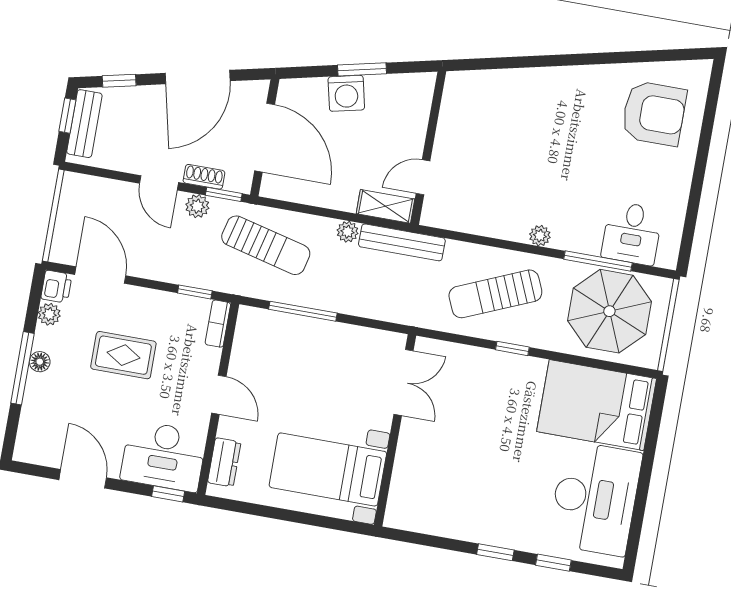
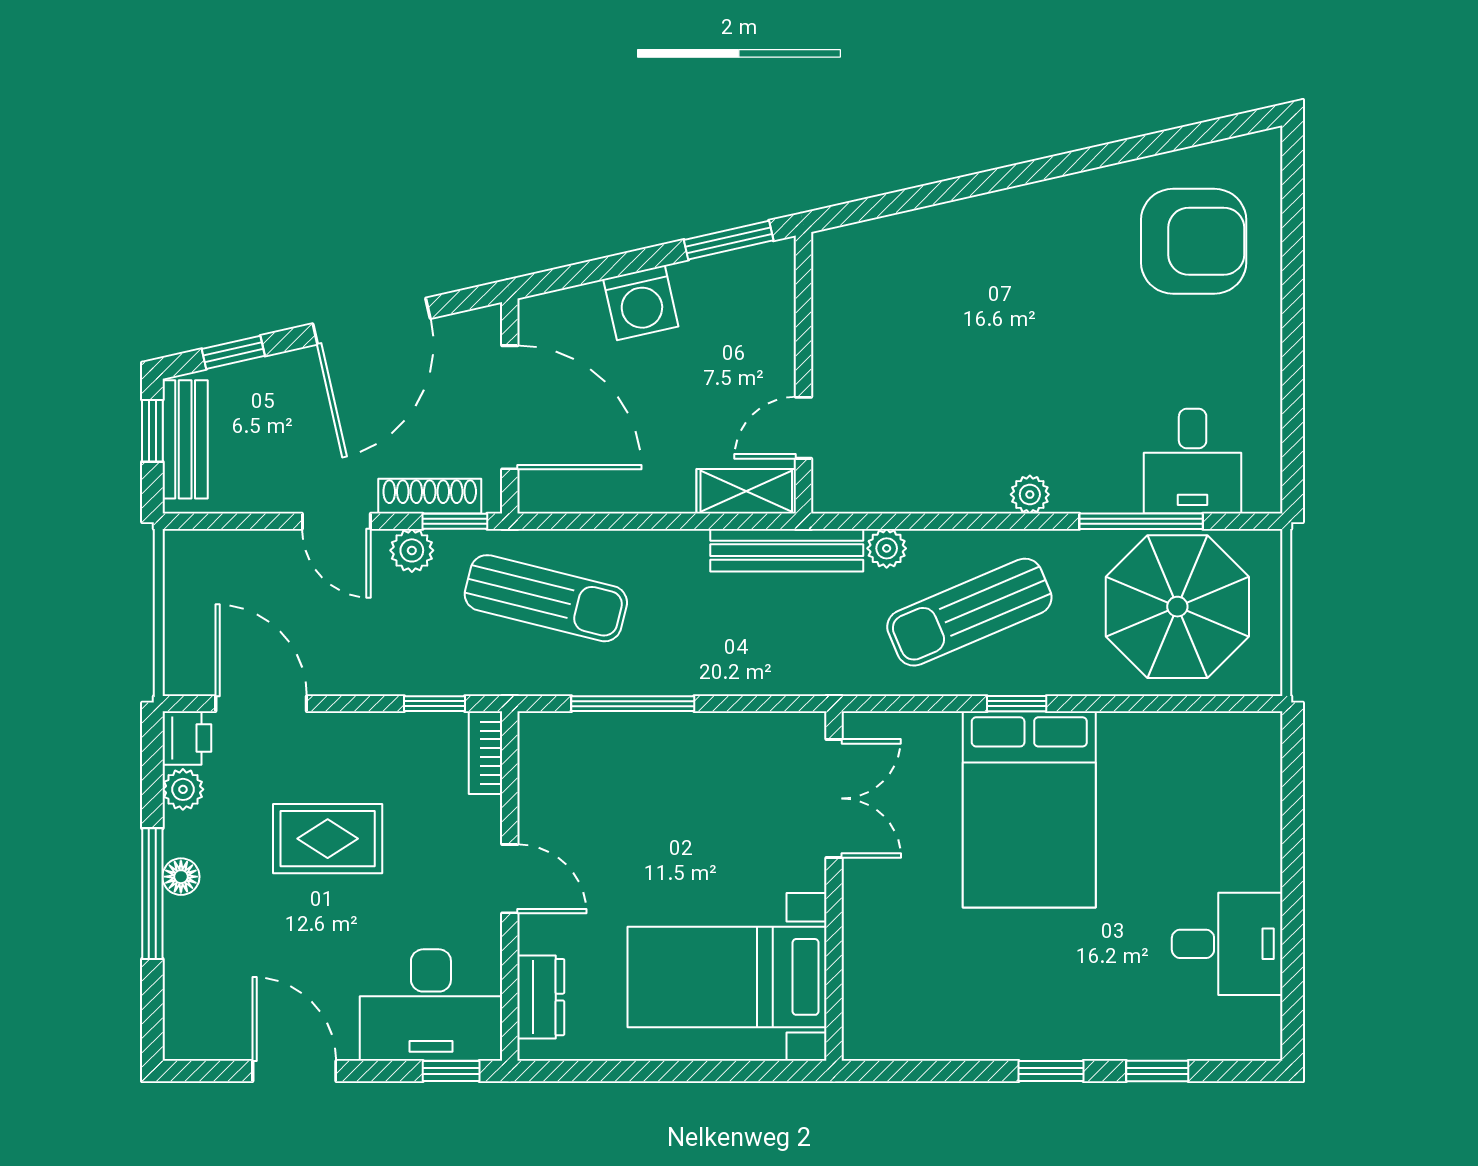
window: (362, 69) -> (729, 240), moved
shoe rack: (204, 177) -> (430, 496), width x1.43
plant: (348, 232) -> (887, 548), moved
bed: (597, 405) -> (1029, 809), moved, turned -90
desk: (595, 498) -> (1227, 944), width x0.53, depth x0.77

